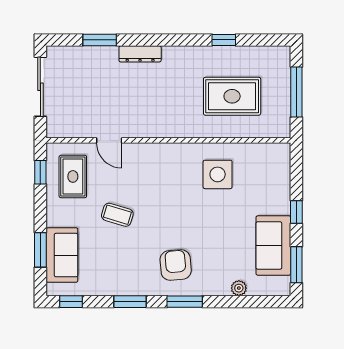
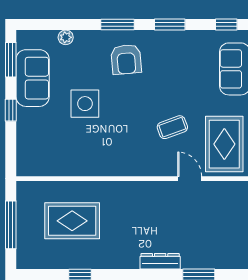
side table: (218, 174) -> (85, 104), moved
rug: (73, 176) -> (224, 144), width x1.36, depth x1.43
coffee table: (117, 215) -> (172, 127), moved, turned -37

